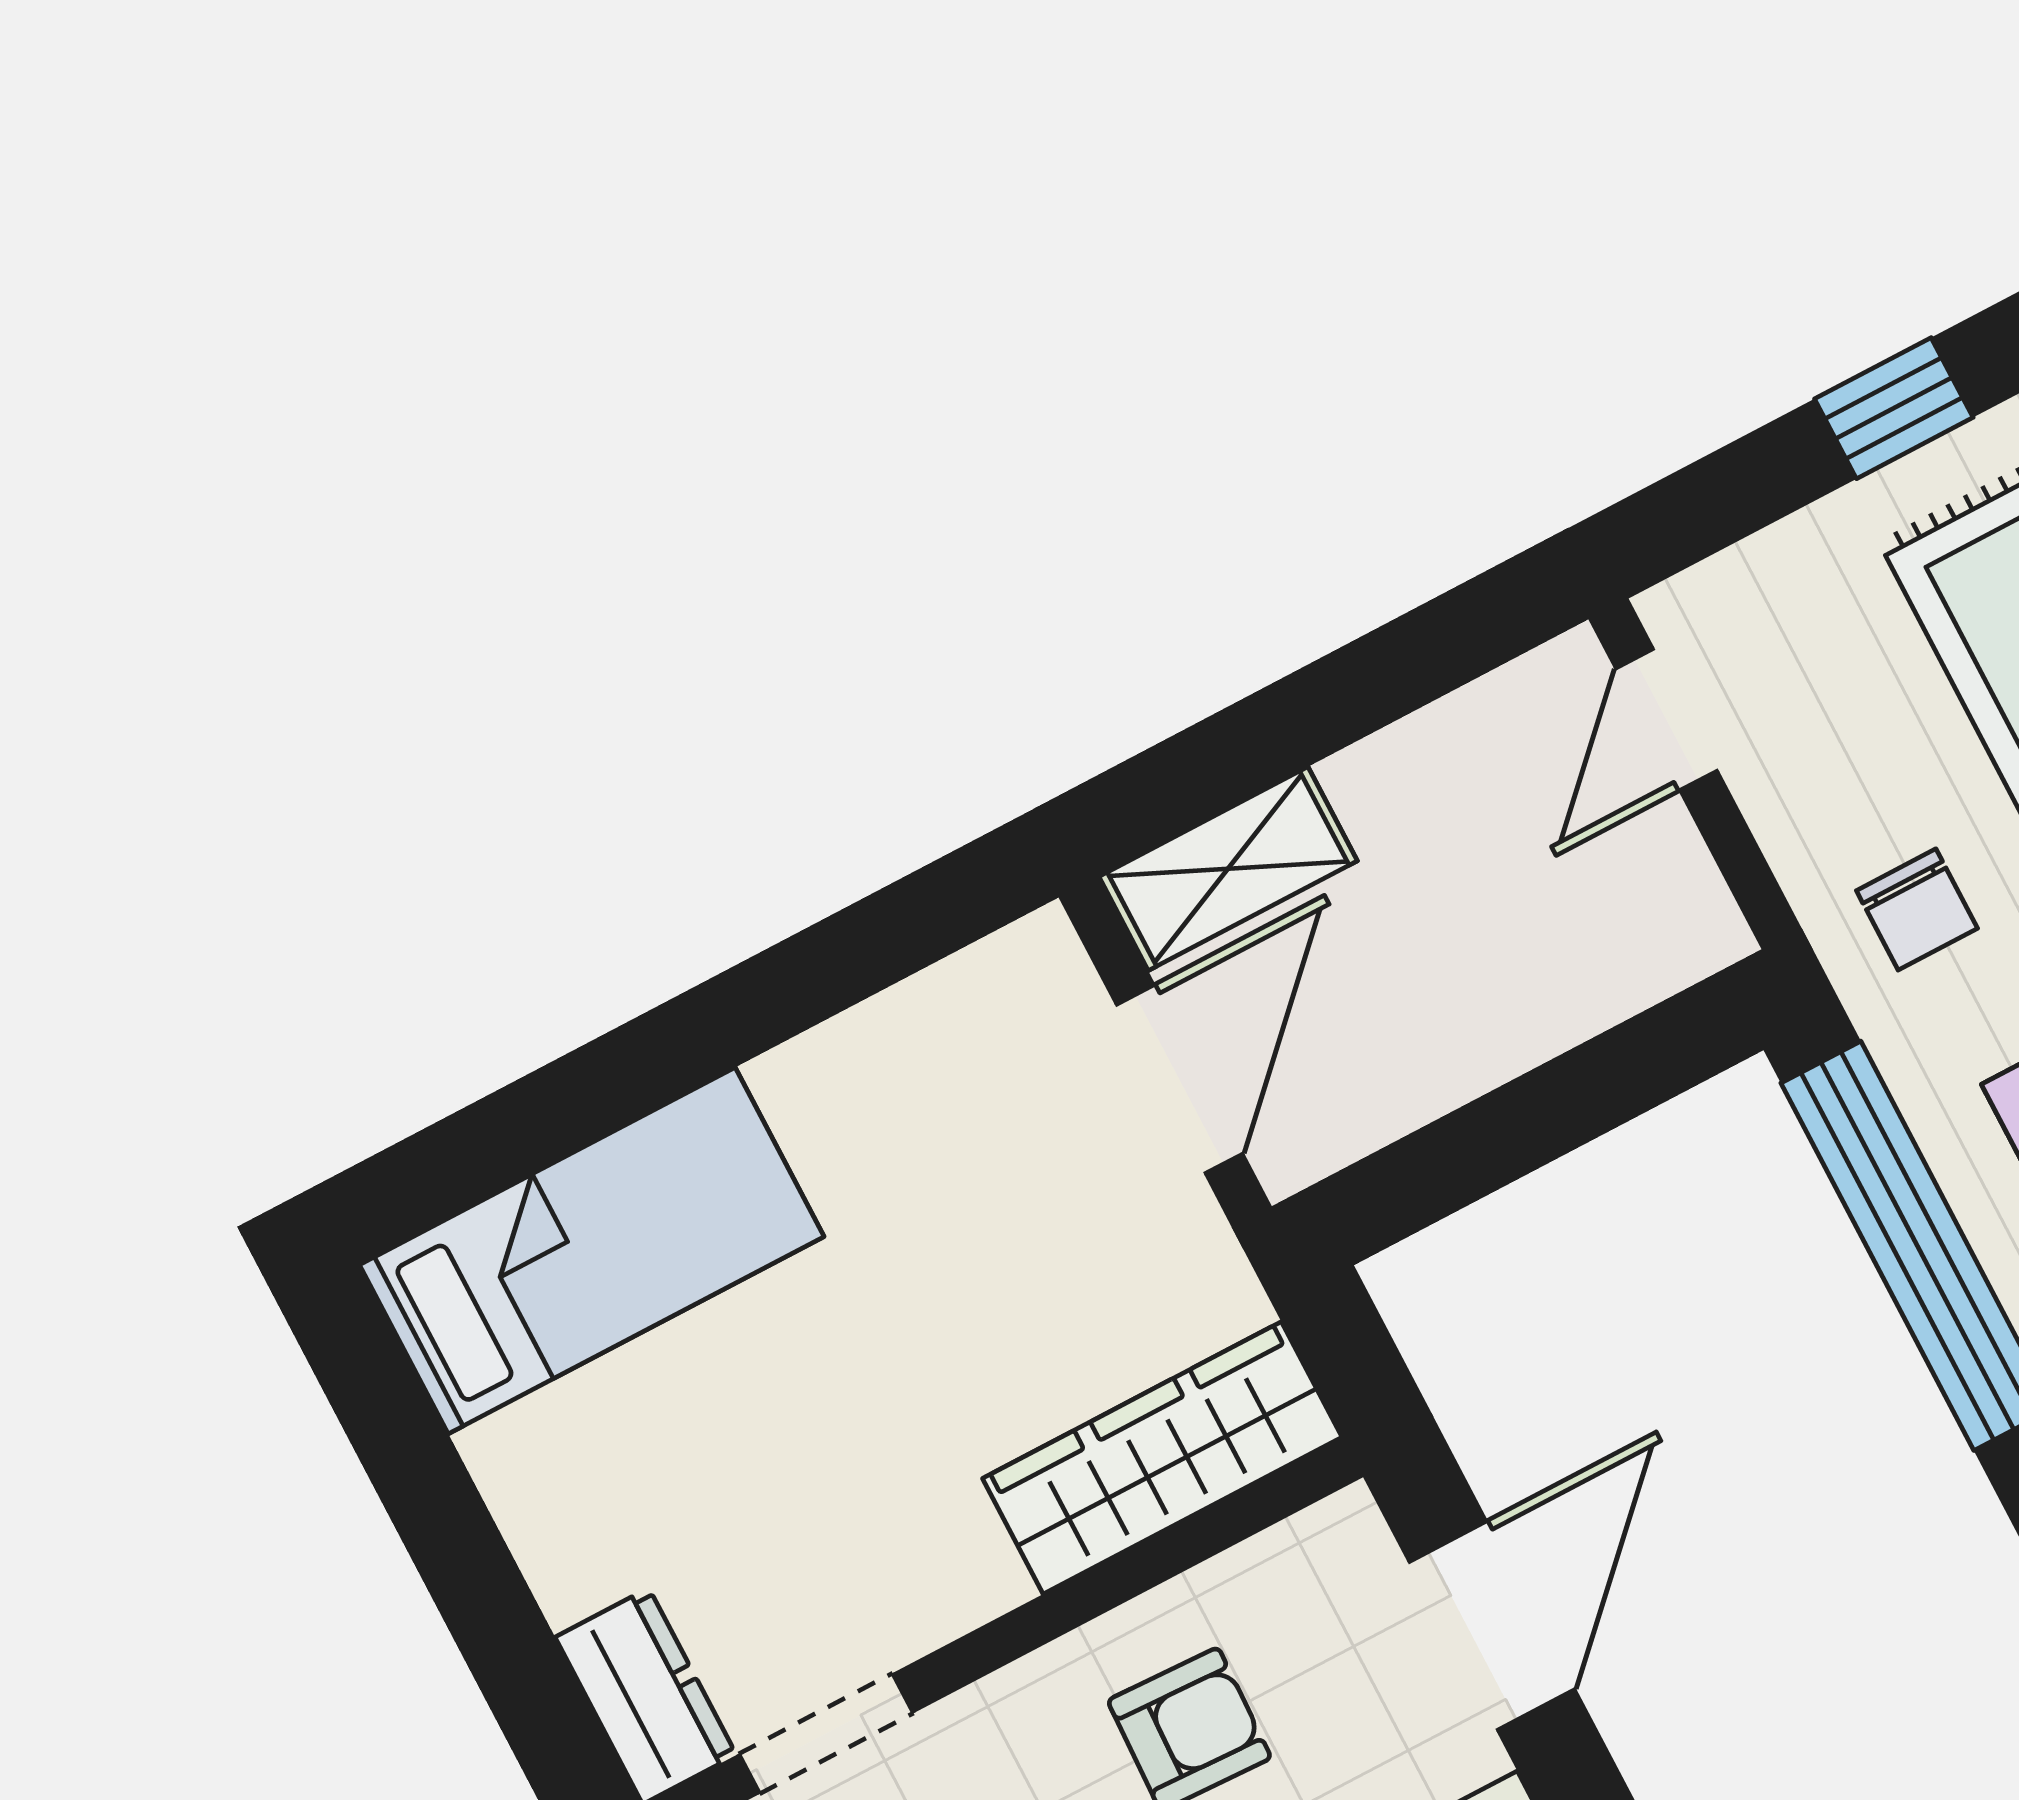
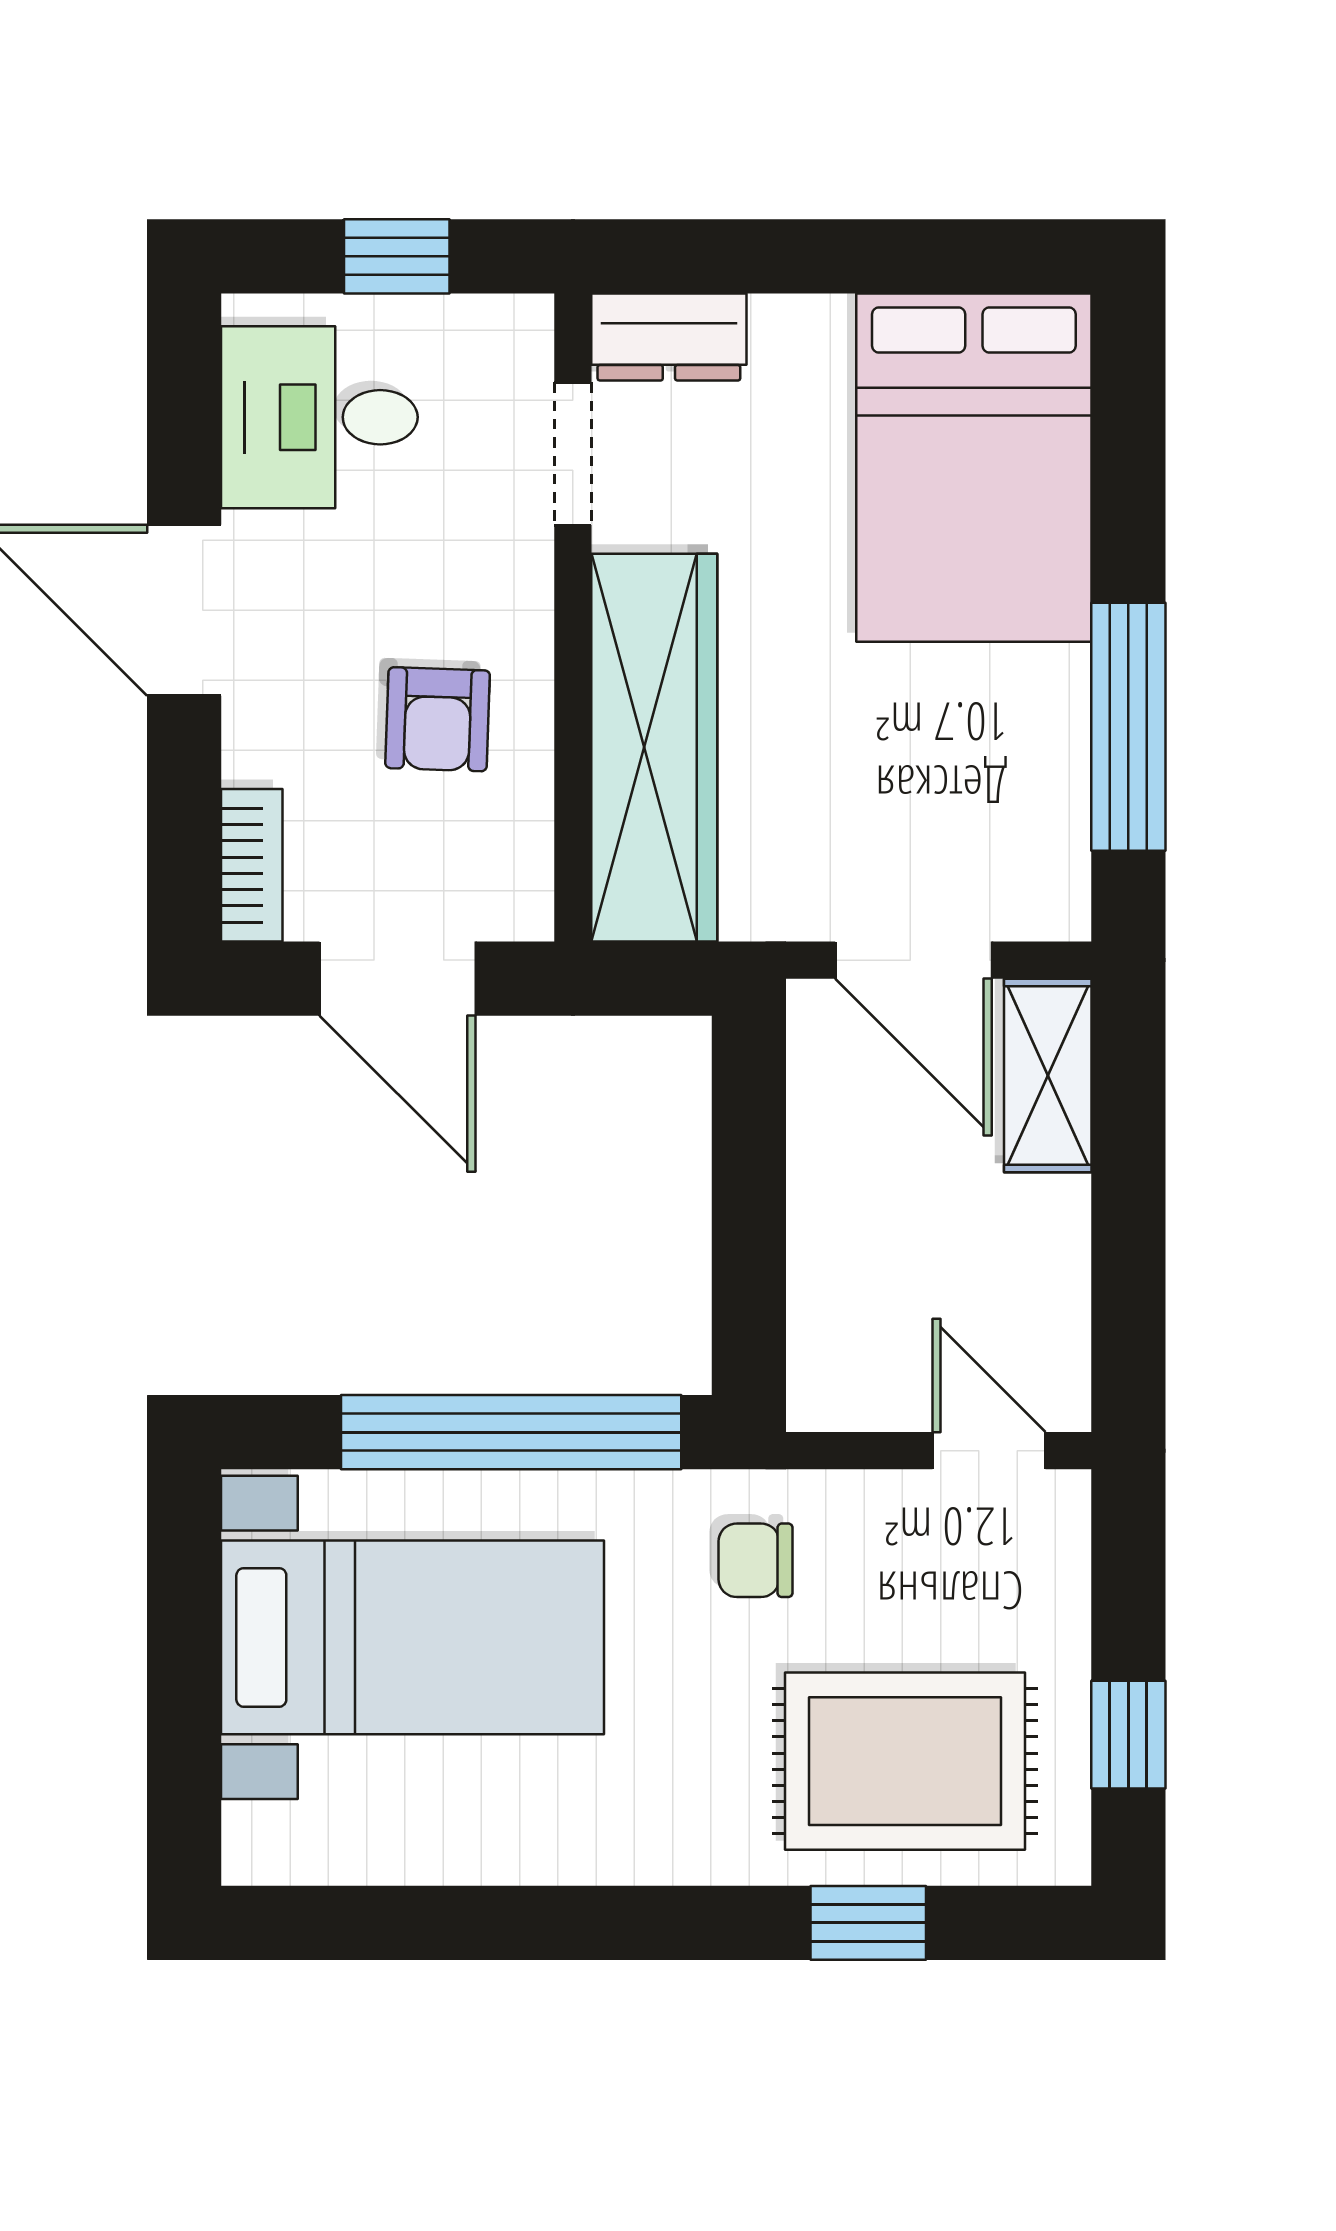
window: (806, 979) -> (1128, 727), added
bed: (592, 1251) -> (974, 468), width x1.50
wardrobe: (1162, 1458) -> (654, 748), width x1.40, depth x1.17

